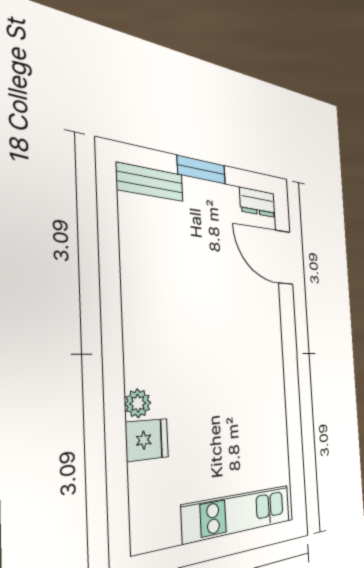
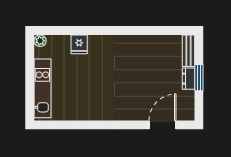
dresser: (258, 202) -> (188, 79), moved
plant: (138, 403) -> (40, 41), moved

